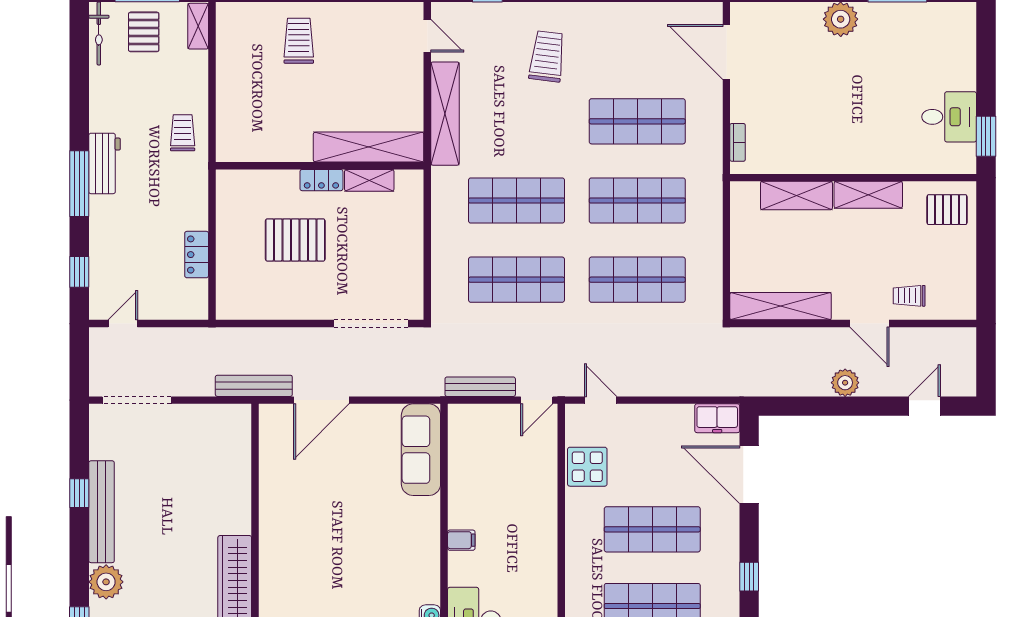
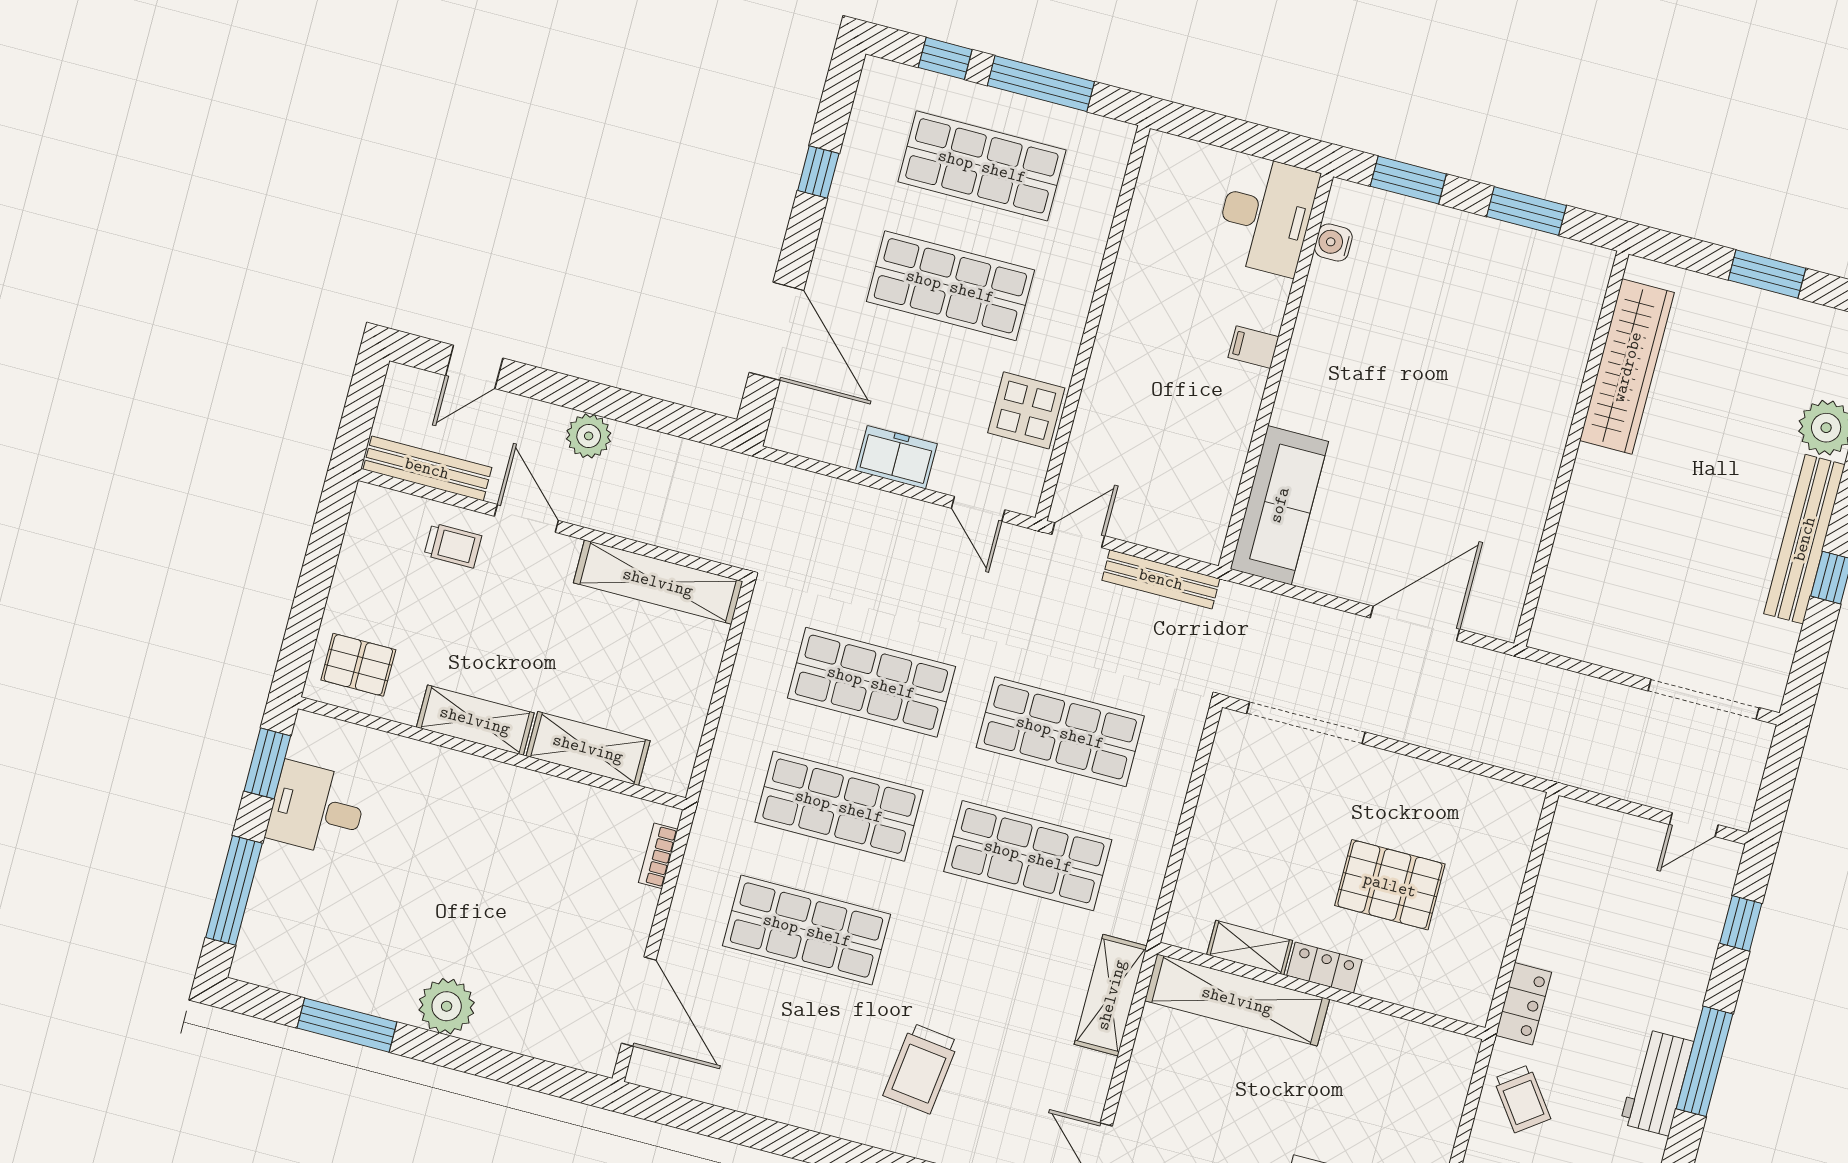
window: (986, 55) -> (234, 890), added
shelving: (445, 114) -> (1111, 995), width x0.68
trolley: (183, 133) -> (1522, 1099), turned -36
locker: (197, 255) -> (1524, 1004), moved
bench: (254, 386) -> (427, 468), moved
freezer: (717, 418) -> (896, 457), moved

